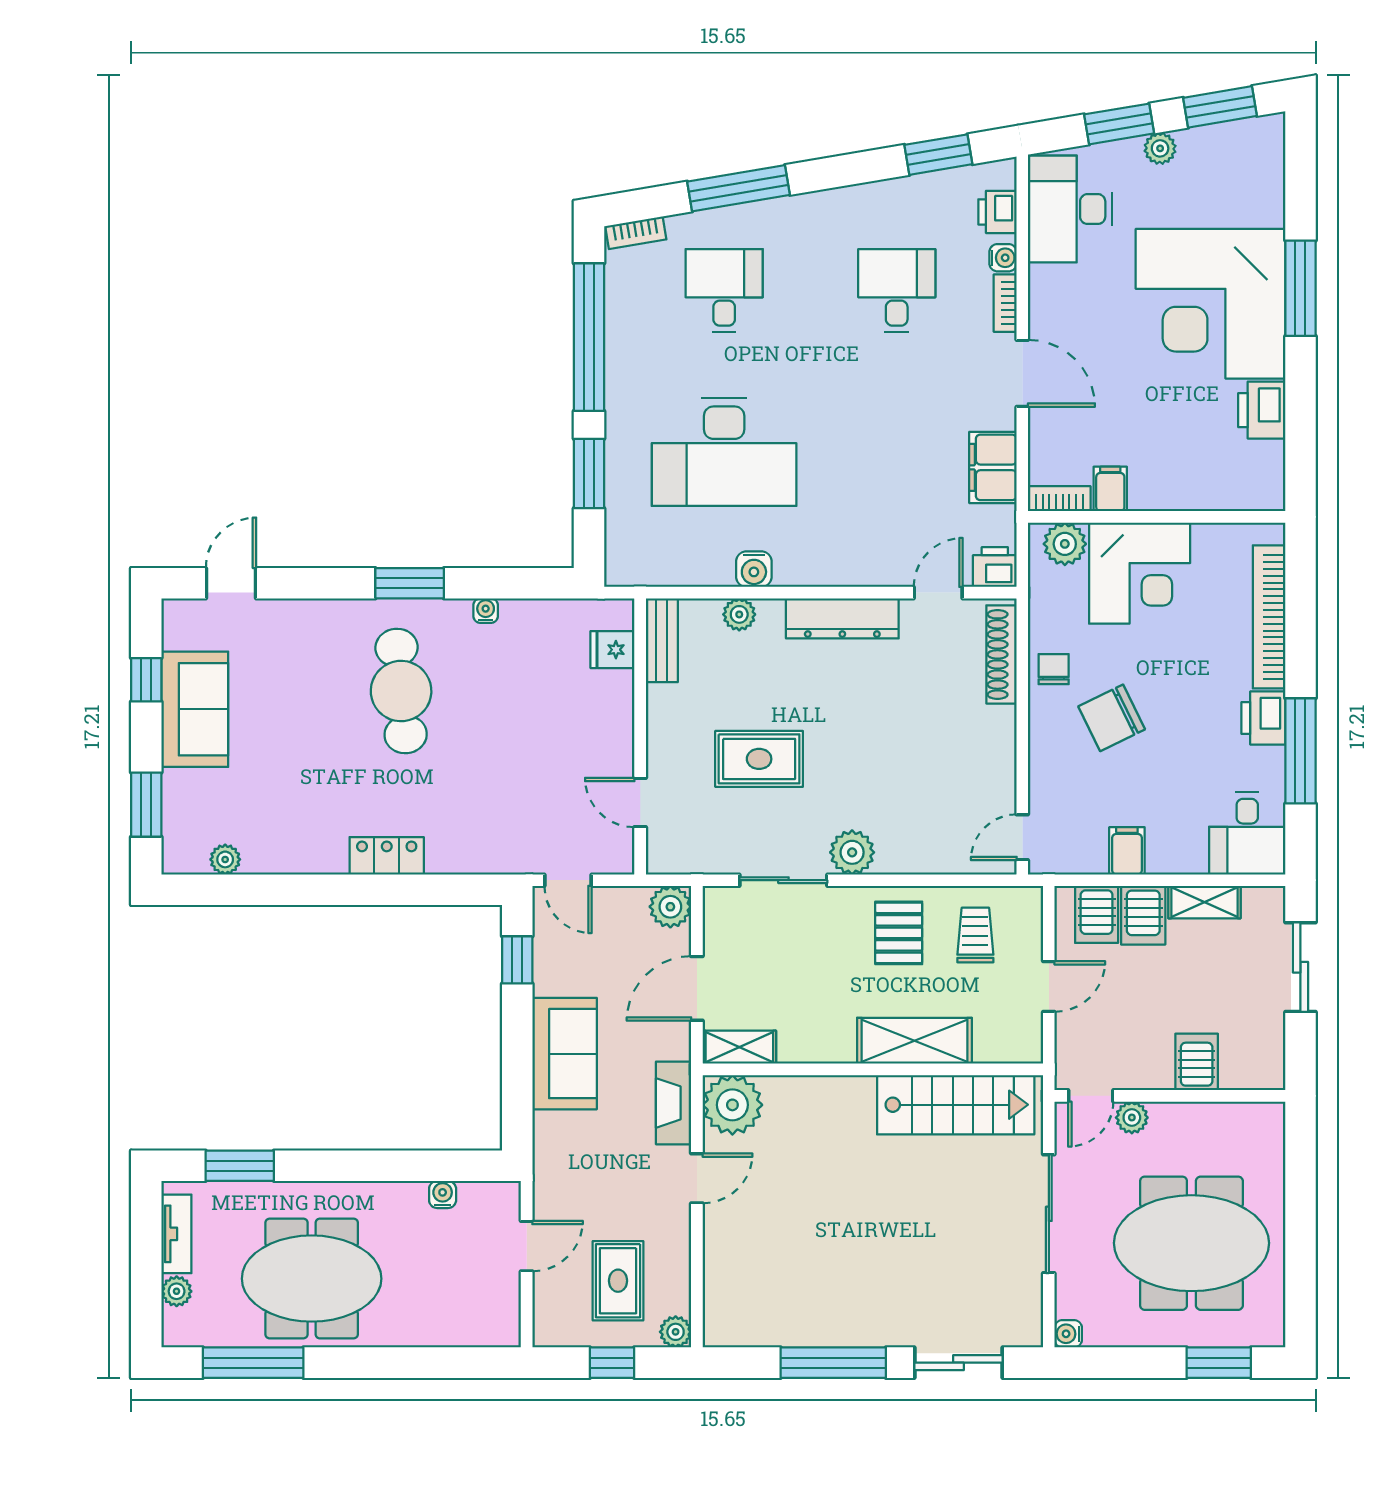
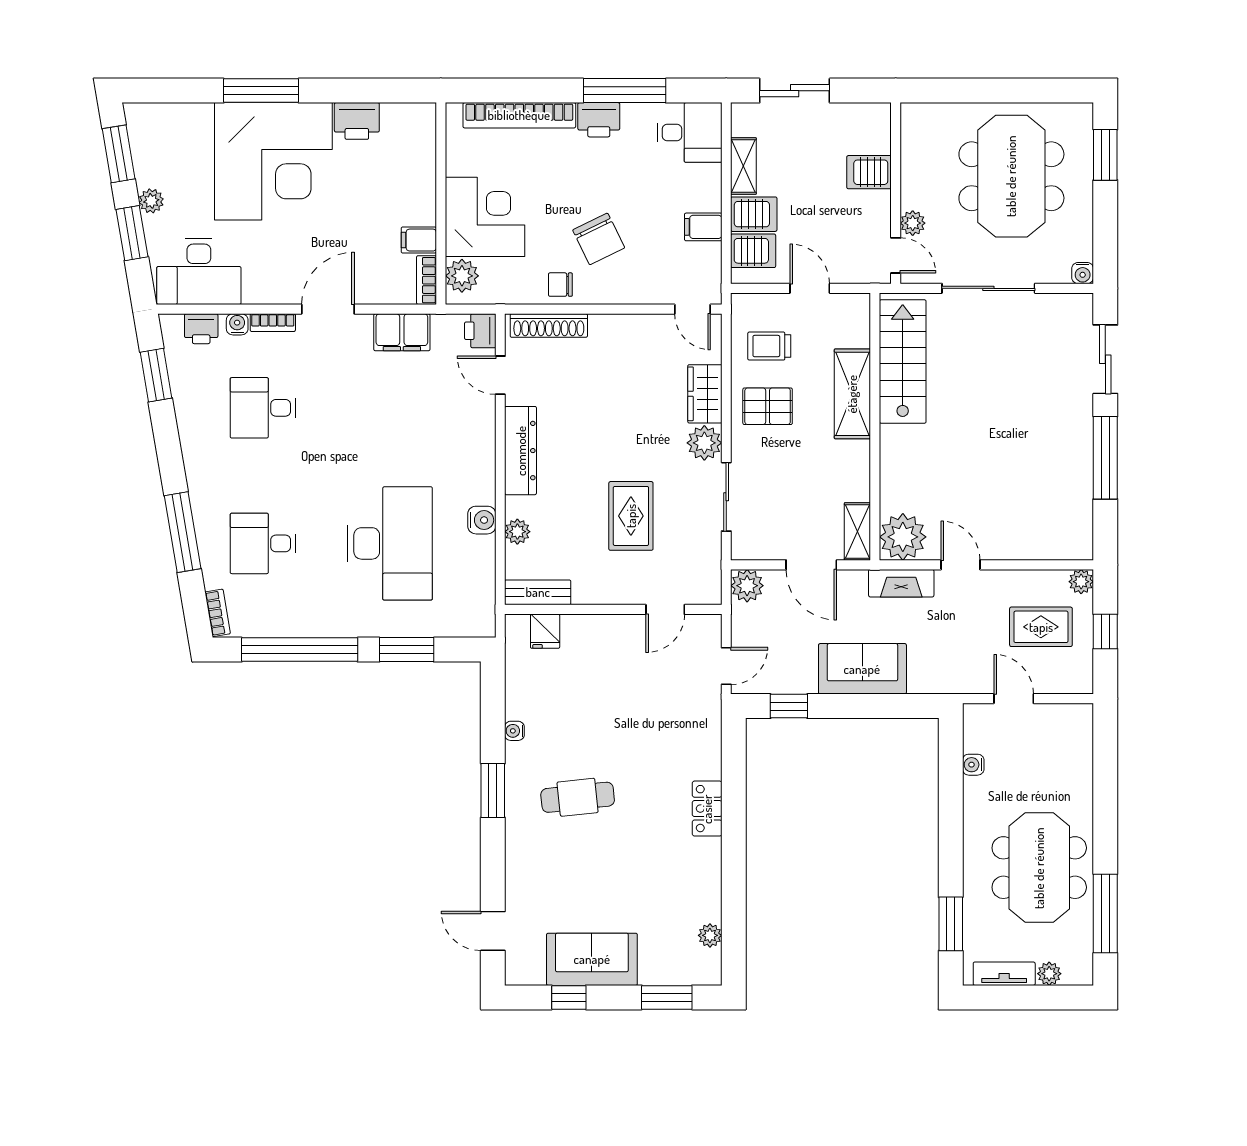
cafe table: (401, 691) -> (578, 797), width x0.73, depth x0.74
wardrobe: (915, 853) -> (705, 394), added

